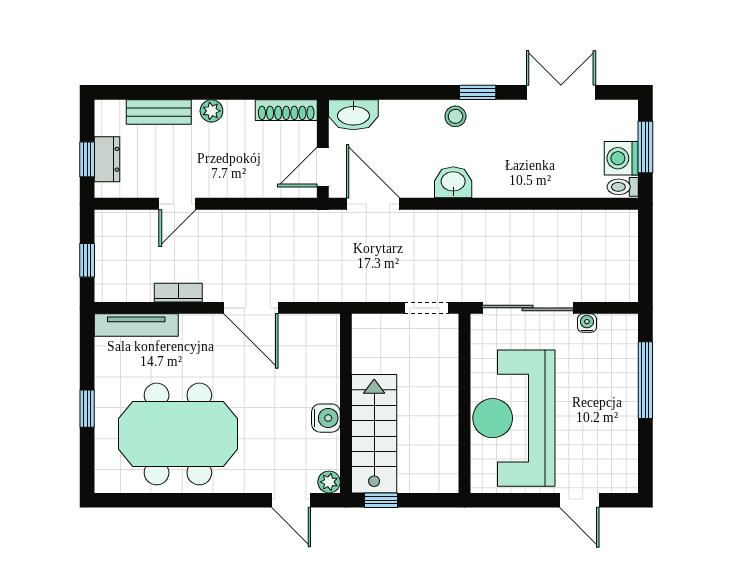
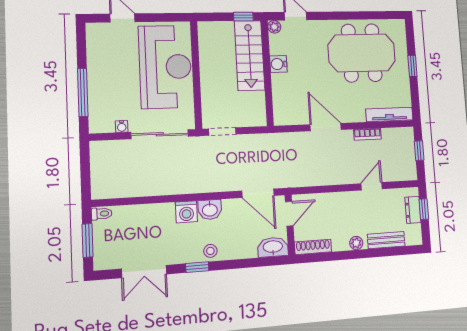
washing machine: (621, 158) -> (186, 212), moved, turned 90

